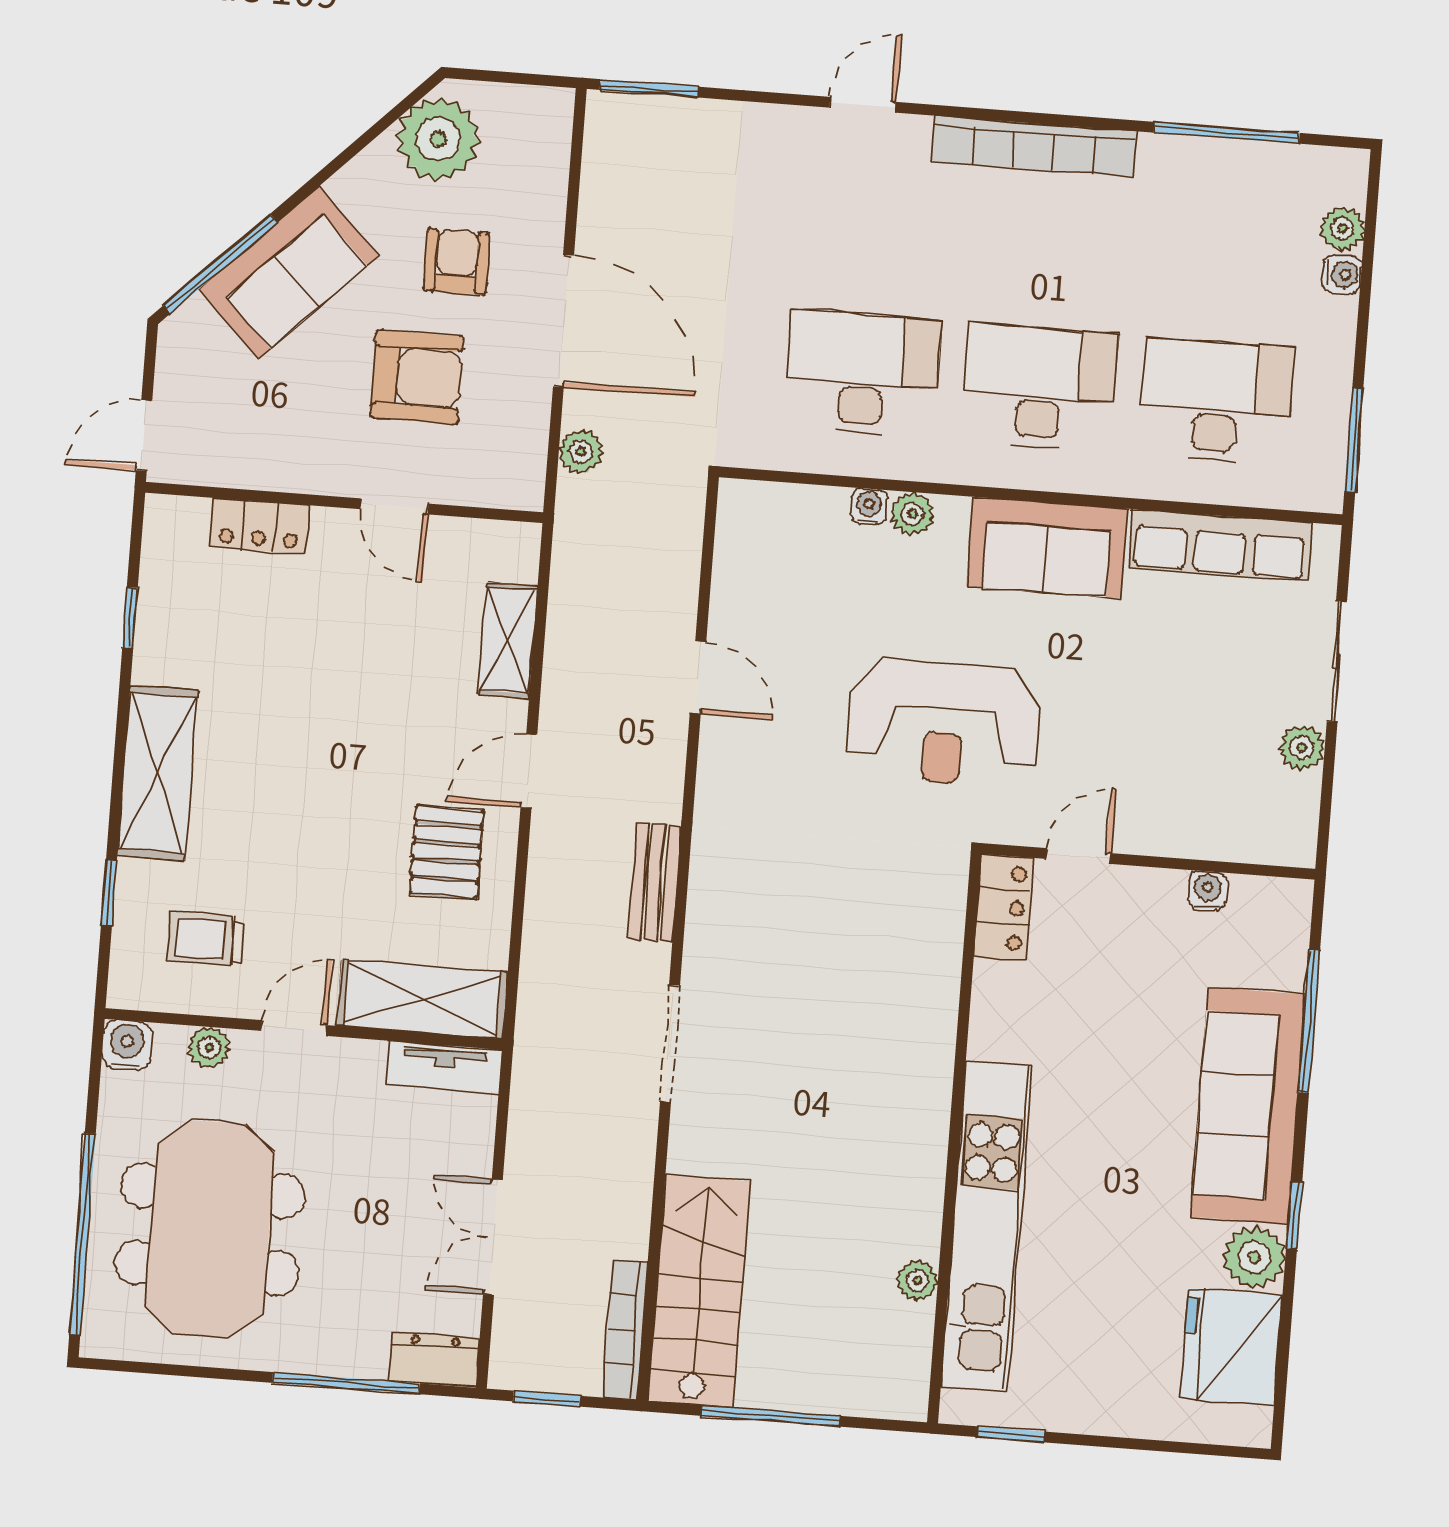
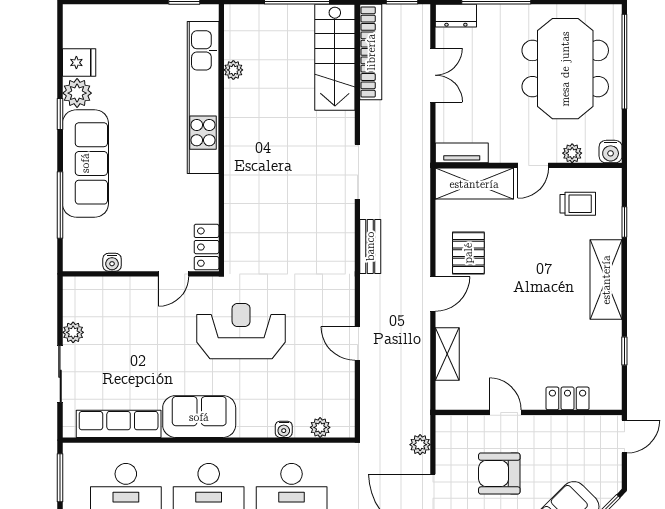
plant: (912, 514) -> (320, 427), moved
bookcase: (625, 1330) -> (371, 52), width x1.48, depth x1.31
fridge: (1231, 1347) -> (79, 63), width x0.53, depth x0.75

